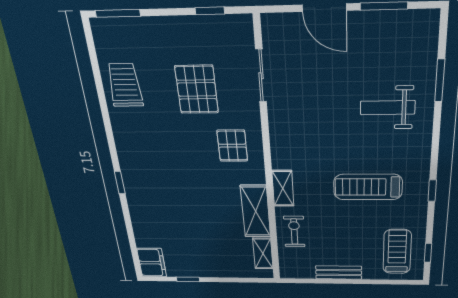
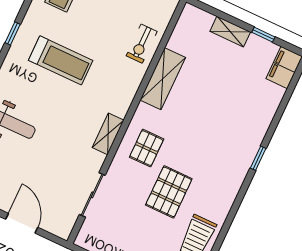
pallet: (197, 89) -> (169, 192), moved
shelving: (283, 188) -> (108, 134), moved
shelving: (263, 254) -> (230, 32), moved, turned 90

